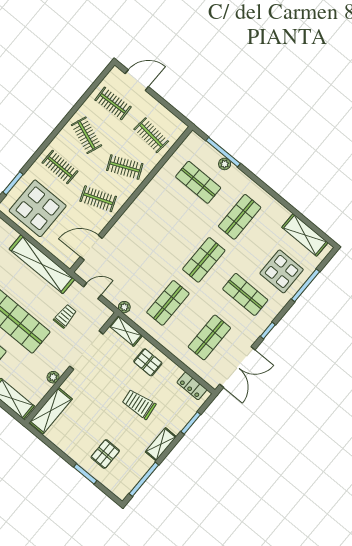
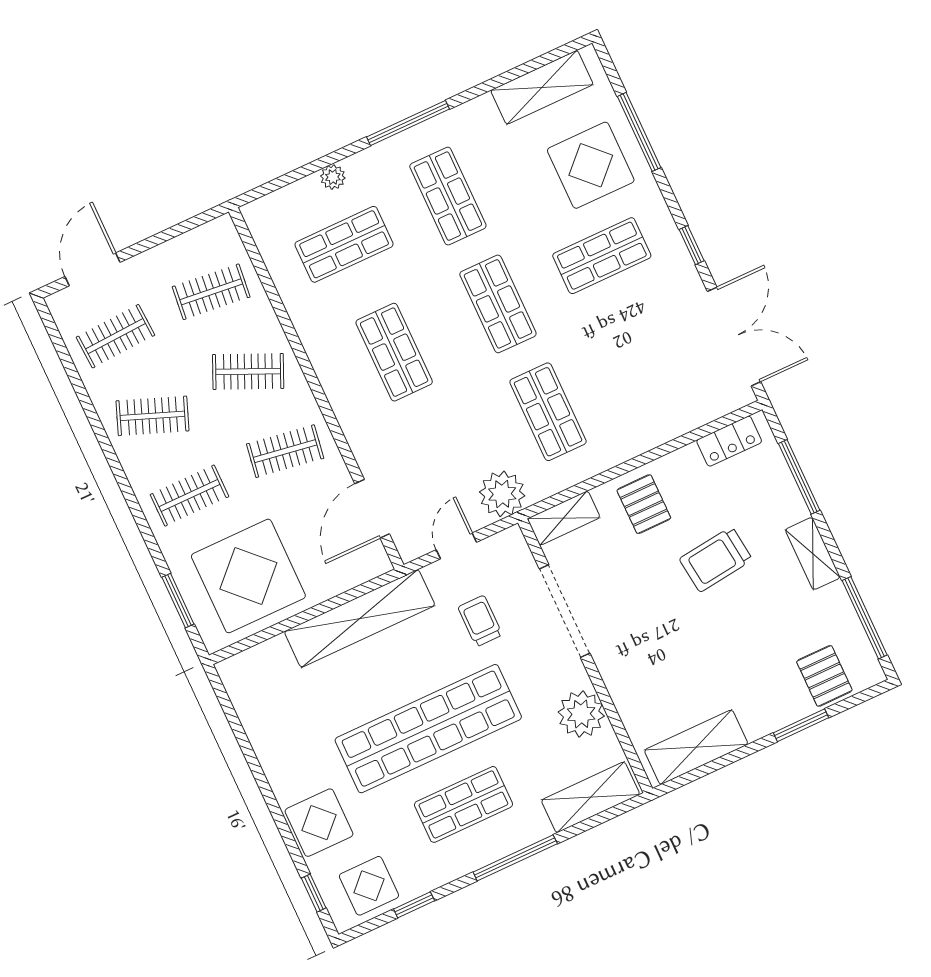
window: (223, 152) -> (408, 123), moved
clothes rail: (125, 167) -> (248, 371), turned 48
clothes rail: (98, 199) -> (285, 451), turned 30
plant: (124, 307) -> (502, 494), width x1.88, depth x1.88
shop shelf: (209, 337) -> (394, 352), moved
pallet: (148, 362) -> (644, 504), turned 90
plant: (53, 377) -> (581, 714), width x1.88, depth x1.88
shelving: (51, 411) -> (696, 747), moved, turned 90
window: (191, 423) -> (799, 477), width x1.44
pallet: (105, 454) -> (824, 676), moved

